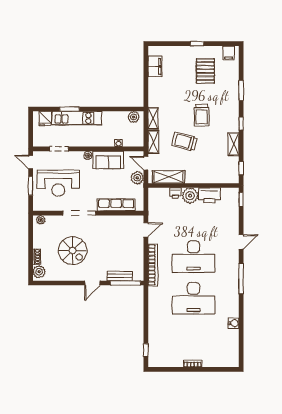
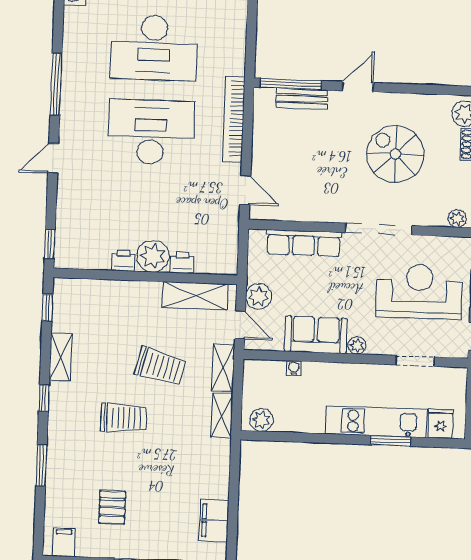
pallet: (205, 71) -> (112, 507), width x0.67, depth x0.71
trolley: (202, 115) -> (123, 418), turned 90
printer: (210, 195) -> (123, 261), width x0.53, depth x0.68
door: (146, 230) -> (245, 190), swing flipped
desk: (193, 298) -> (154, 48), turned 180

